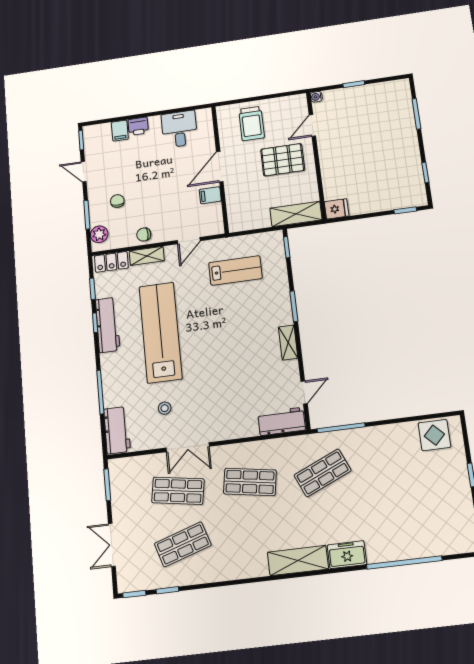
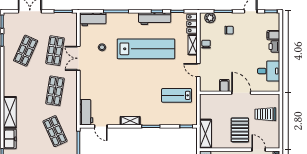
lab bench: (235, 270) -> (177, 95), turned 90
shop shelf: (183, 544) -> (26, 51), turned 42

